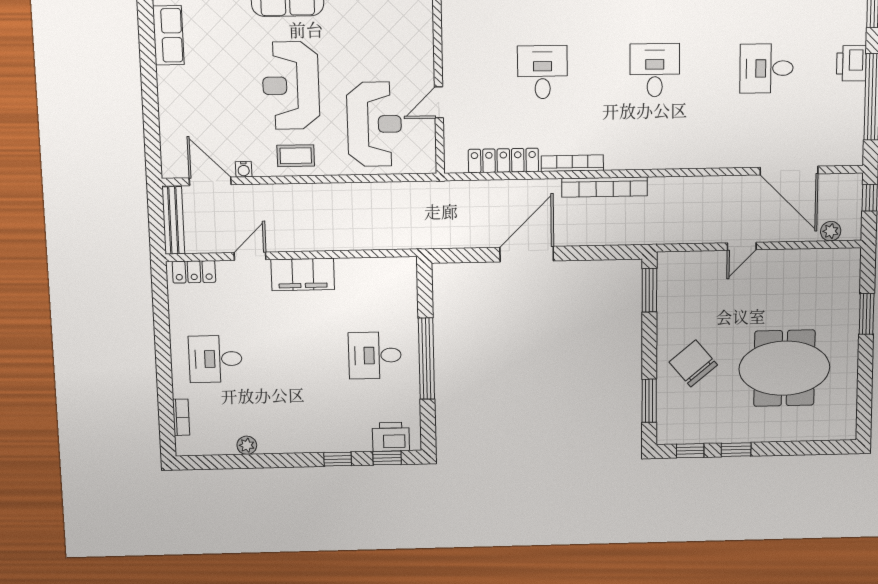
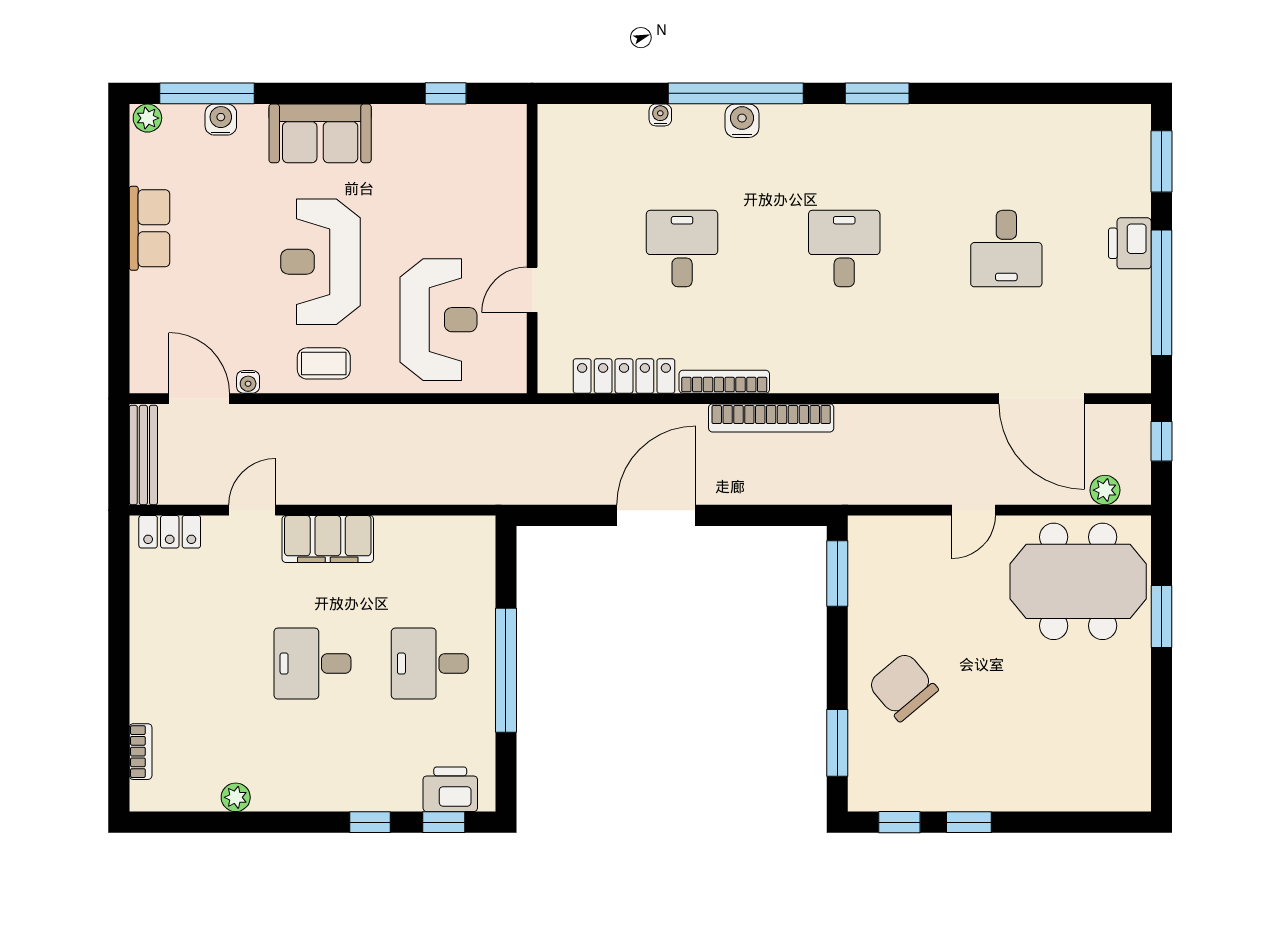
row of seats: (168, 35) -> (150, 228), moved
desk: (766, 68) -> (1006, 249), turned -90
desk: (215, 359) -> (312, 664), moved
meeting table: (784, 368) -> (1078, 581), moved

